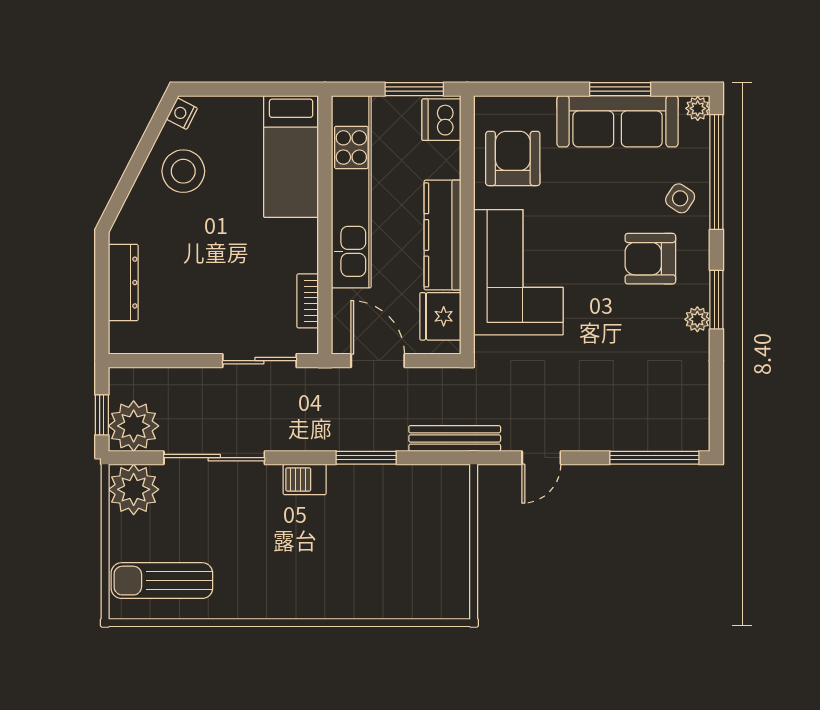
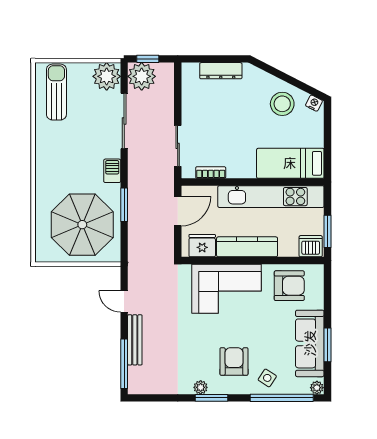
bench: (455, 438) -> (135, 340), moved
parasol: (402, 534) -> (82, 225), added

